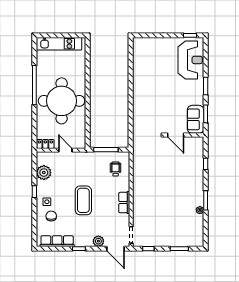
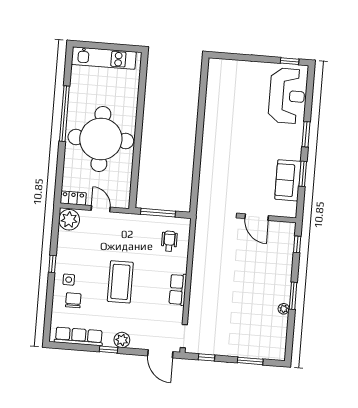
door: (176, 135) -> (257, 217), moved
wall: (184, 135) -> (269, 218), moved
plant: (44, 173) -> (69, 220), moved
plant: (98, 241) -> (122, 340), moved

